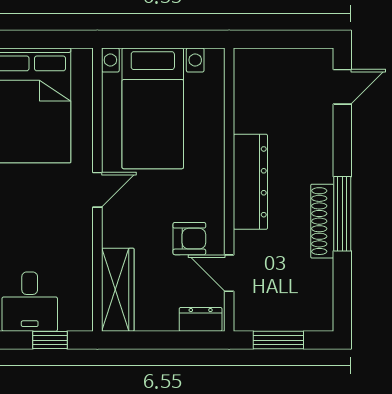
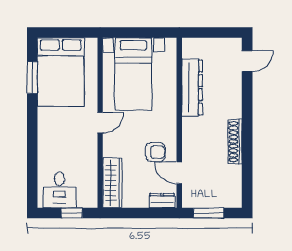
dresser: (250, 182) -> (192, 88), moved
window: (342, 214) -> (247, 137), removed

